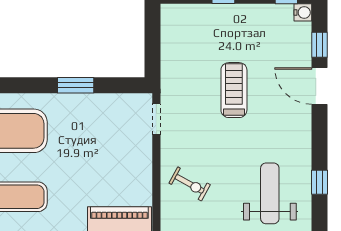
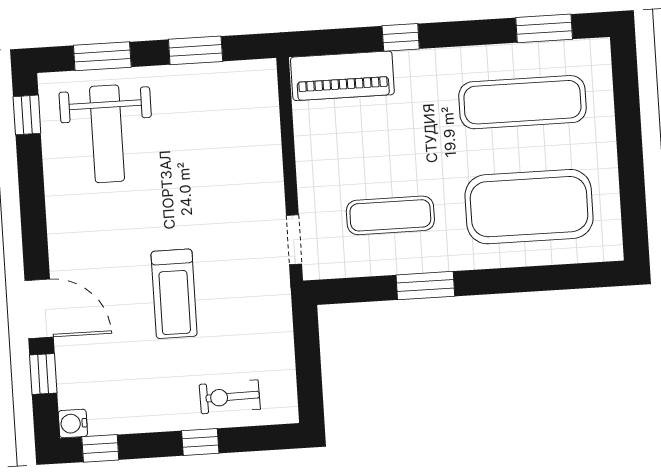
exercise mat: (95, 131) -> (390, 215), added
window: (320, 182) -> (27, 115), moved
exercise bike: (190, 184) -> (230, 397), moved, turned -30

